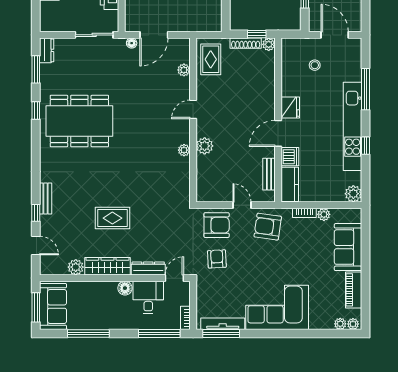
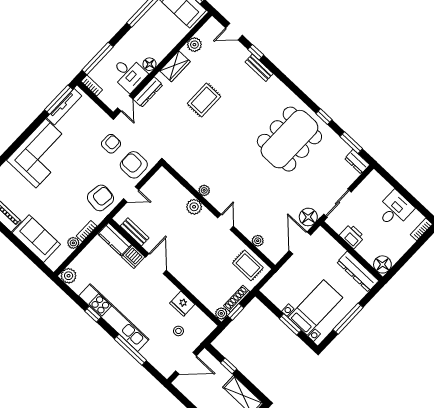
floor lamp: (132, 43) -> (308, 217), width x1.89, depth x1.89
fridge: (290, 108) -> (182, 304), moved
armchair: (217, 225) -> (134, 165), turned 90
armchair: (217, 259) -> (111, 144), turned -87
wardrobe: (107, 266) -> (175, 66), width x0.67

